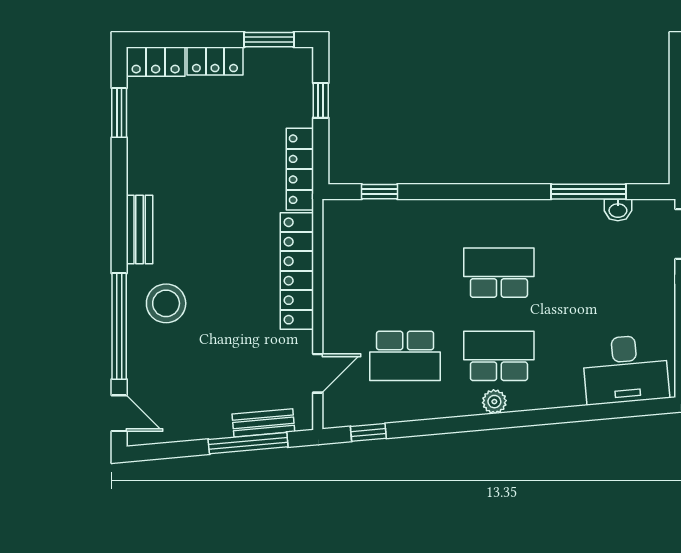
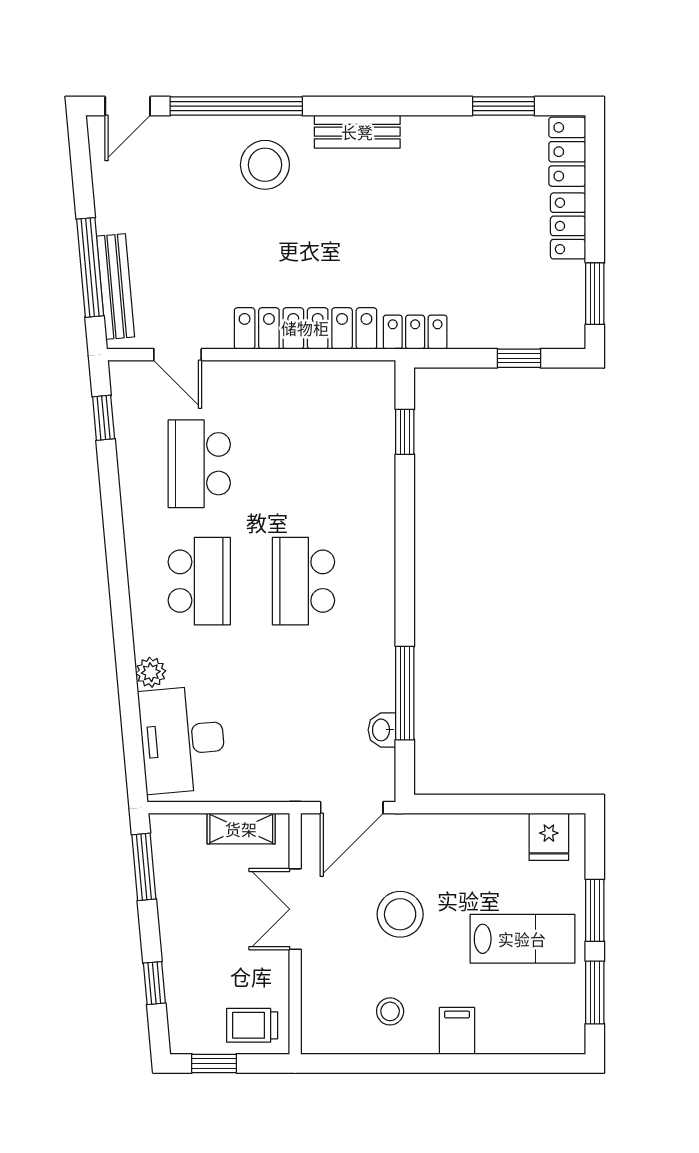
locker: (300, 169) -> (415, 332), width x0.66
school desk: (499, 273) -> (303, 581), turned 180
plant: (494, 402) -> (151, 672), moved
bench: (263, 423) -> (116, 287), width x1.36

